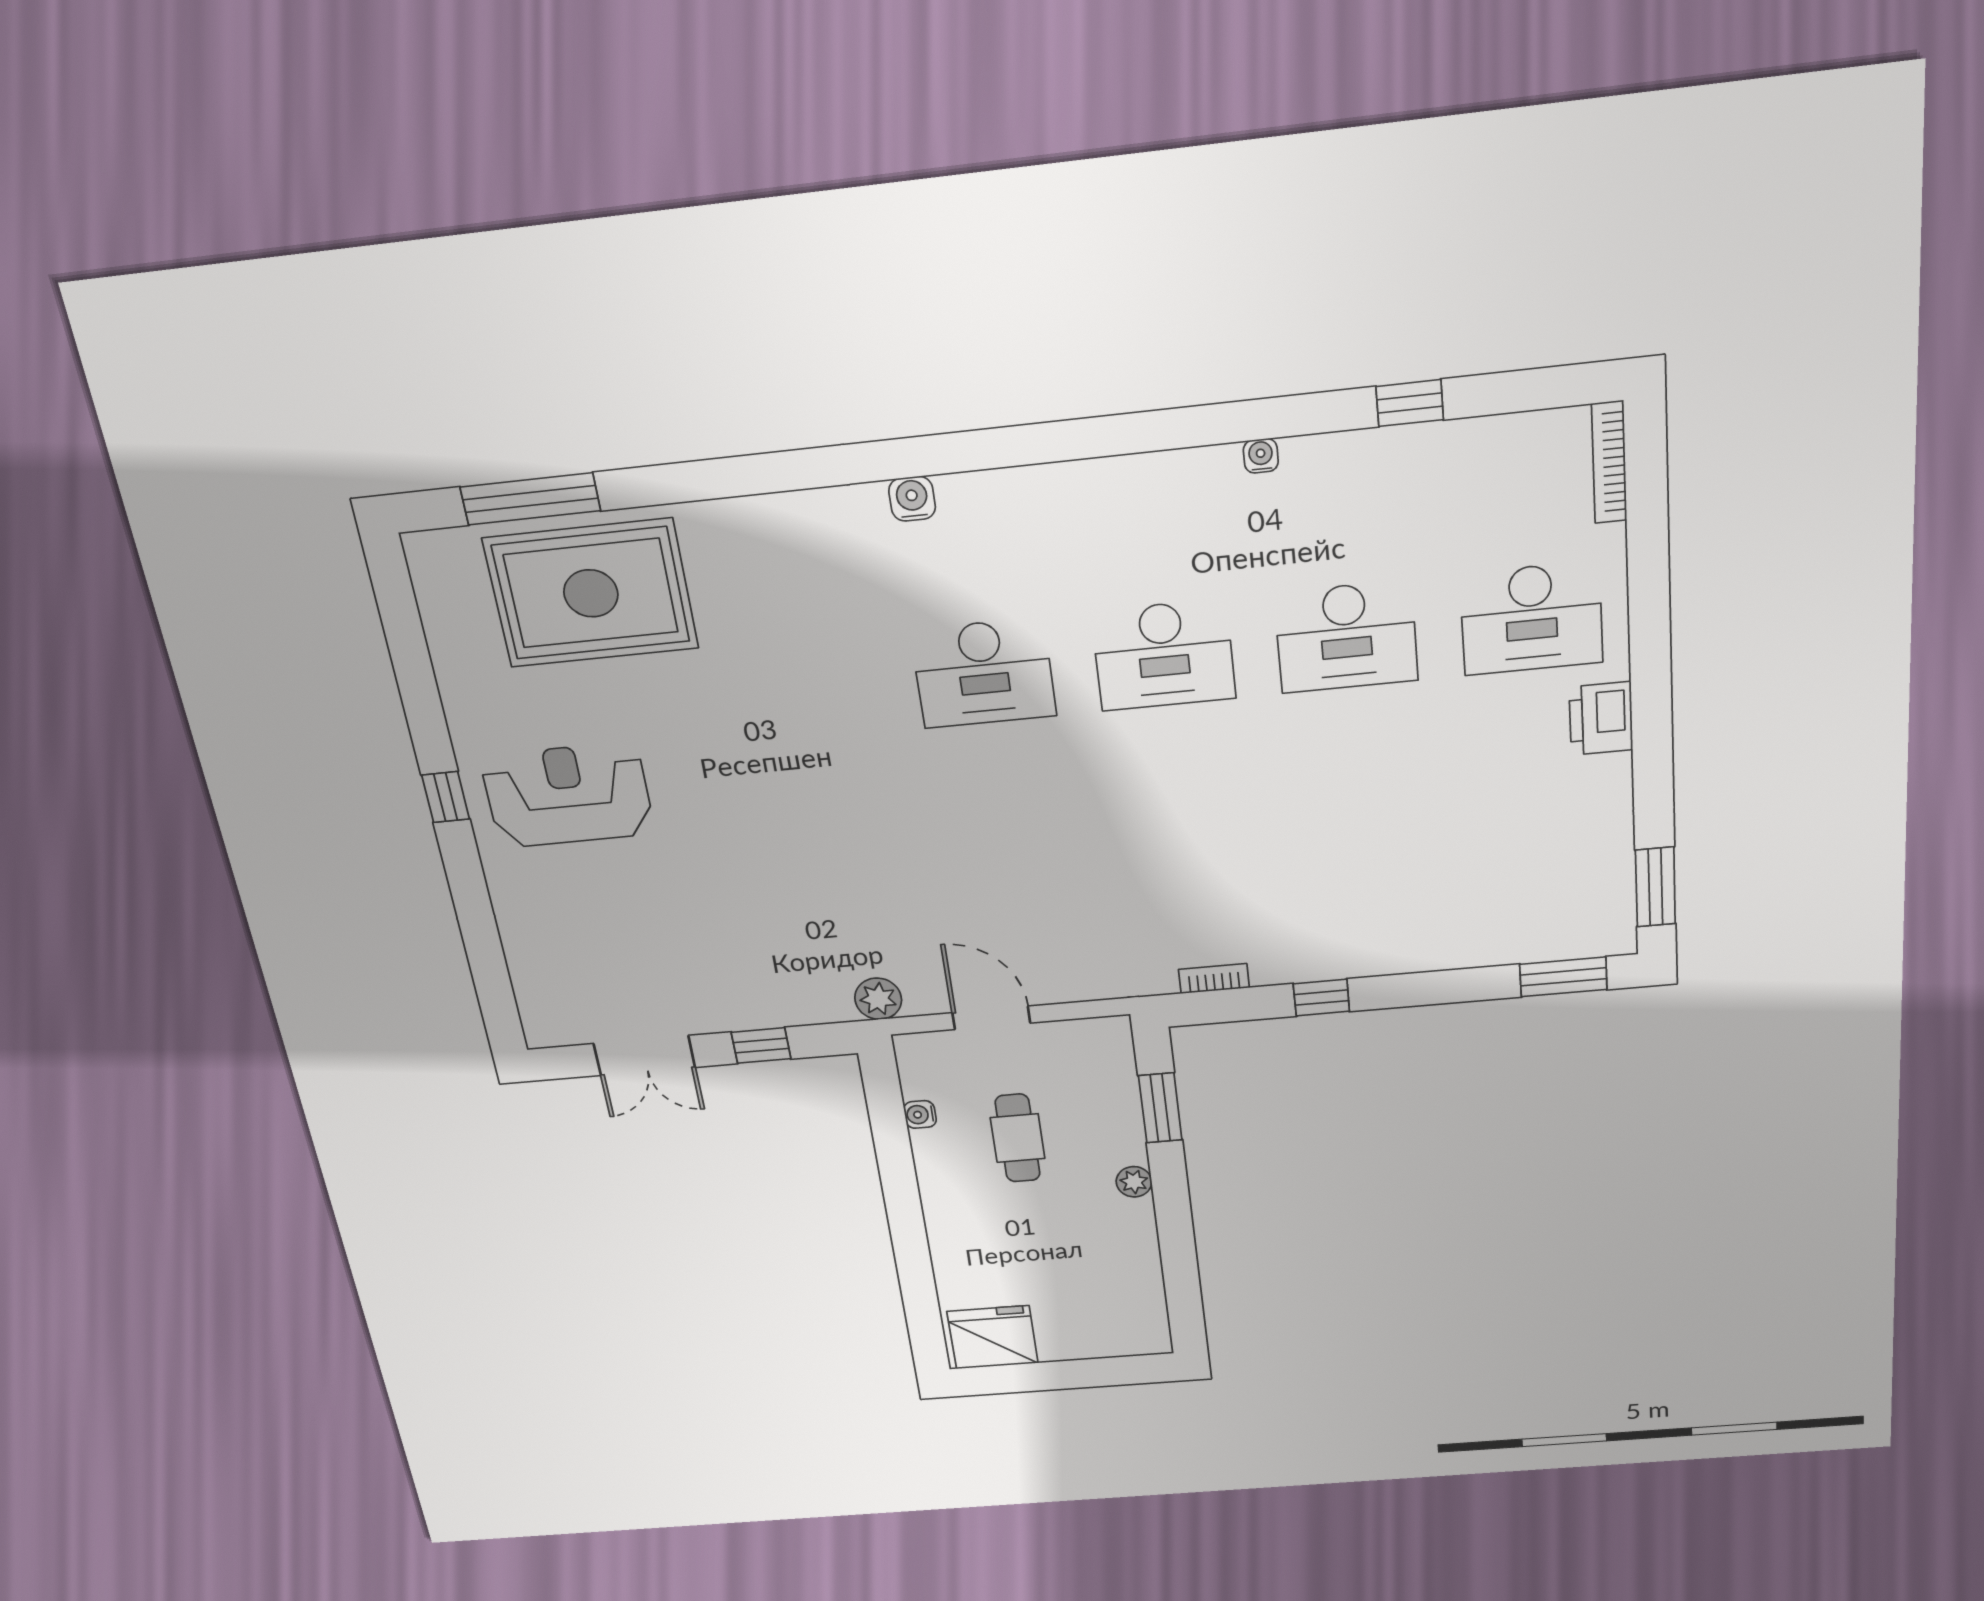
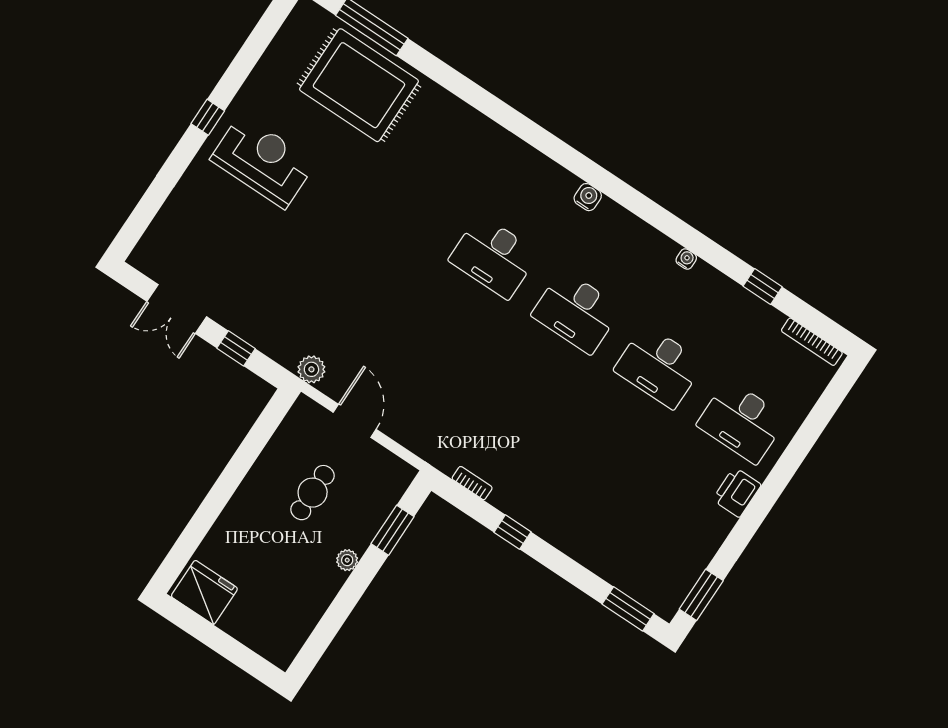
bookcase: (1609, 462) -> (812, 342), moved, turned -90
water cooler: (912, 499) -> (588, 197), moved
water cooler: (920, 1114) -> (278, 443), removed

